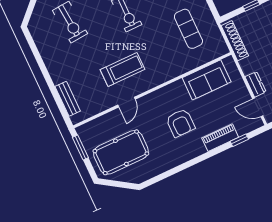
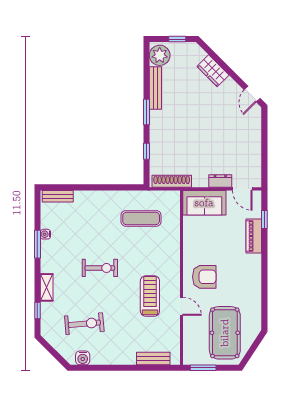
water cooler: (39, 35) -> (83, 358), added
sofa: (207, 80) -> (204, 203), moved, turned 90
door: (258, 107) -> (242, 189), hinge flipped
armchair: (180, 123) -> (204, 277), moved

